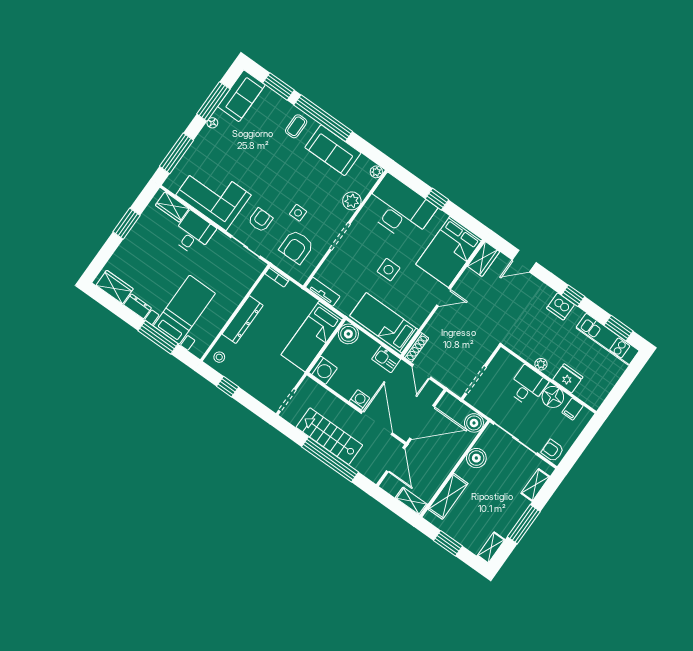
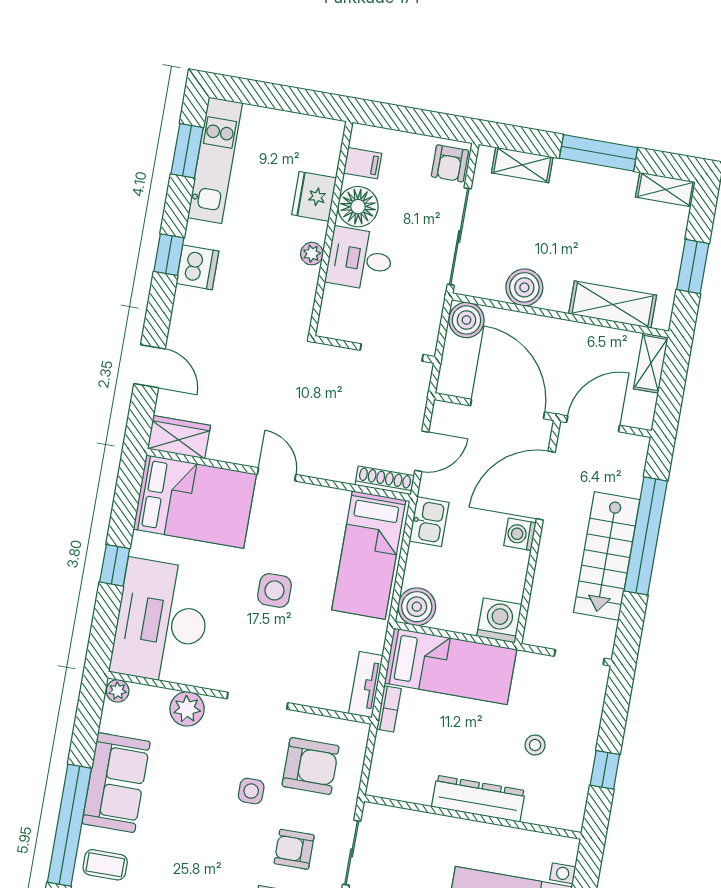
bookcase: (277, 277) -> (389, 709), moved
stool: (219, 357) -> (535, 745), moved

